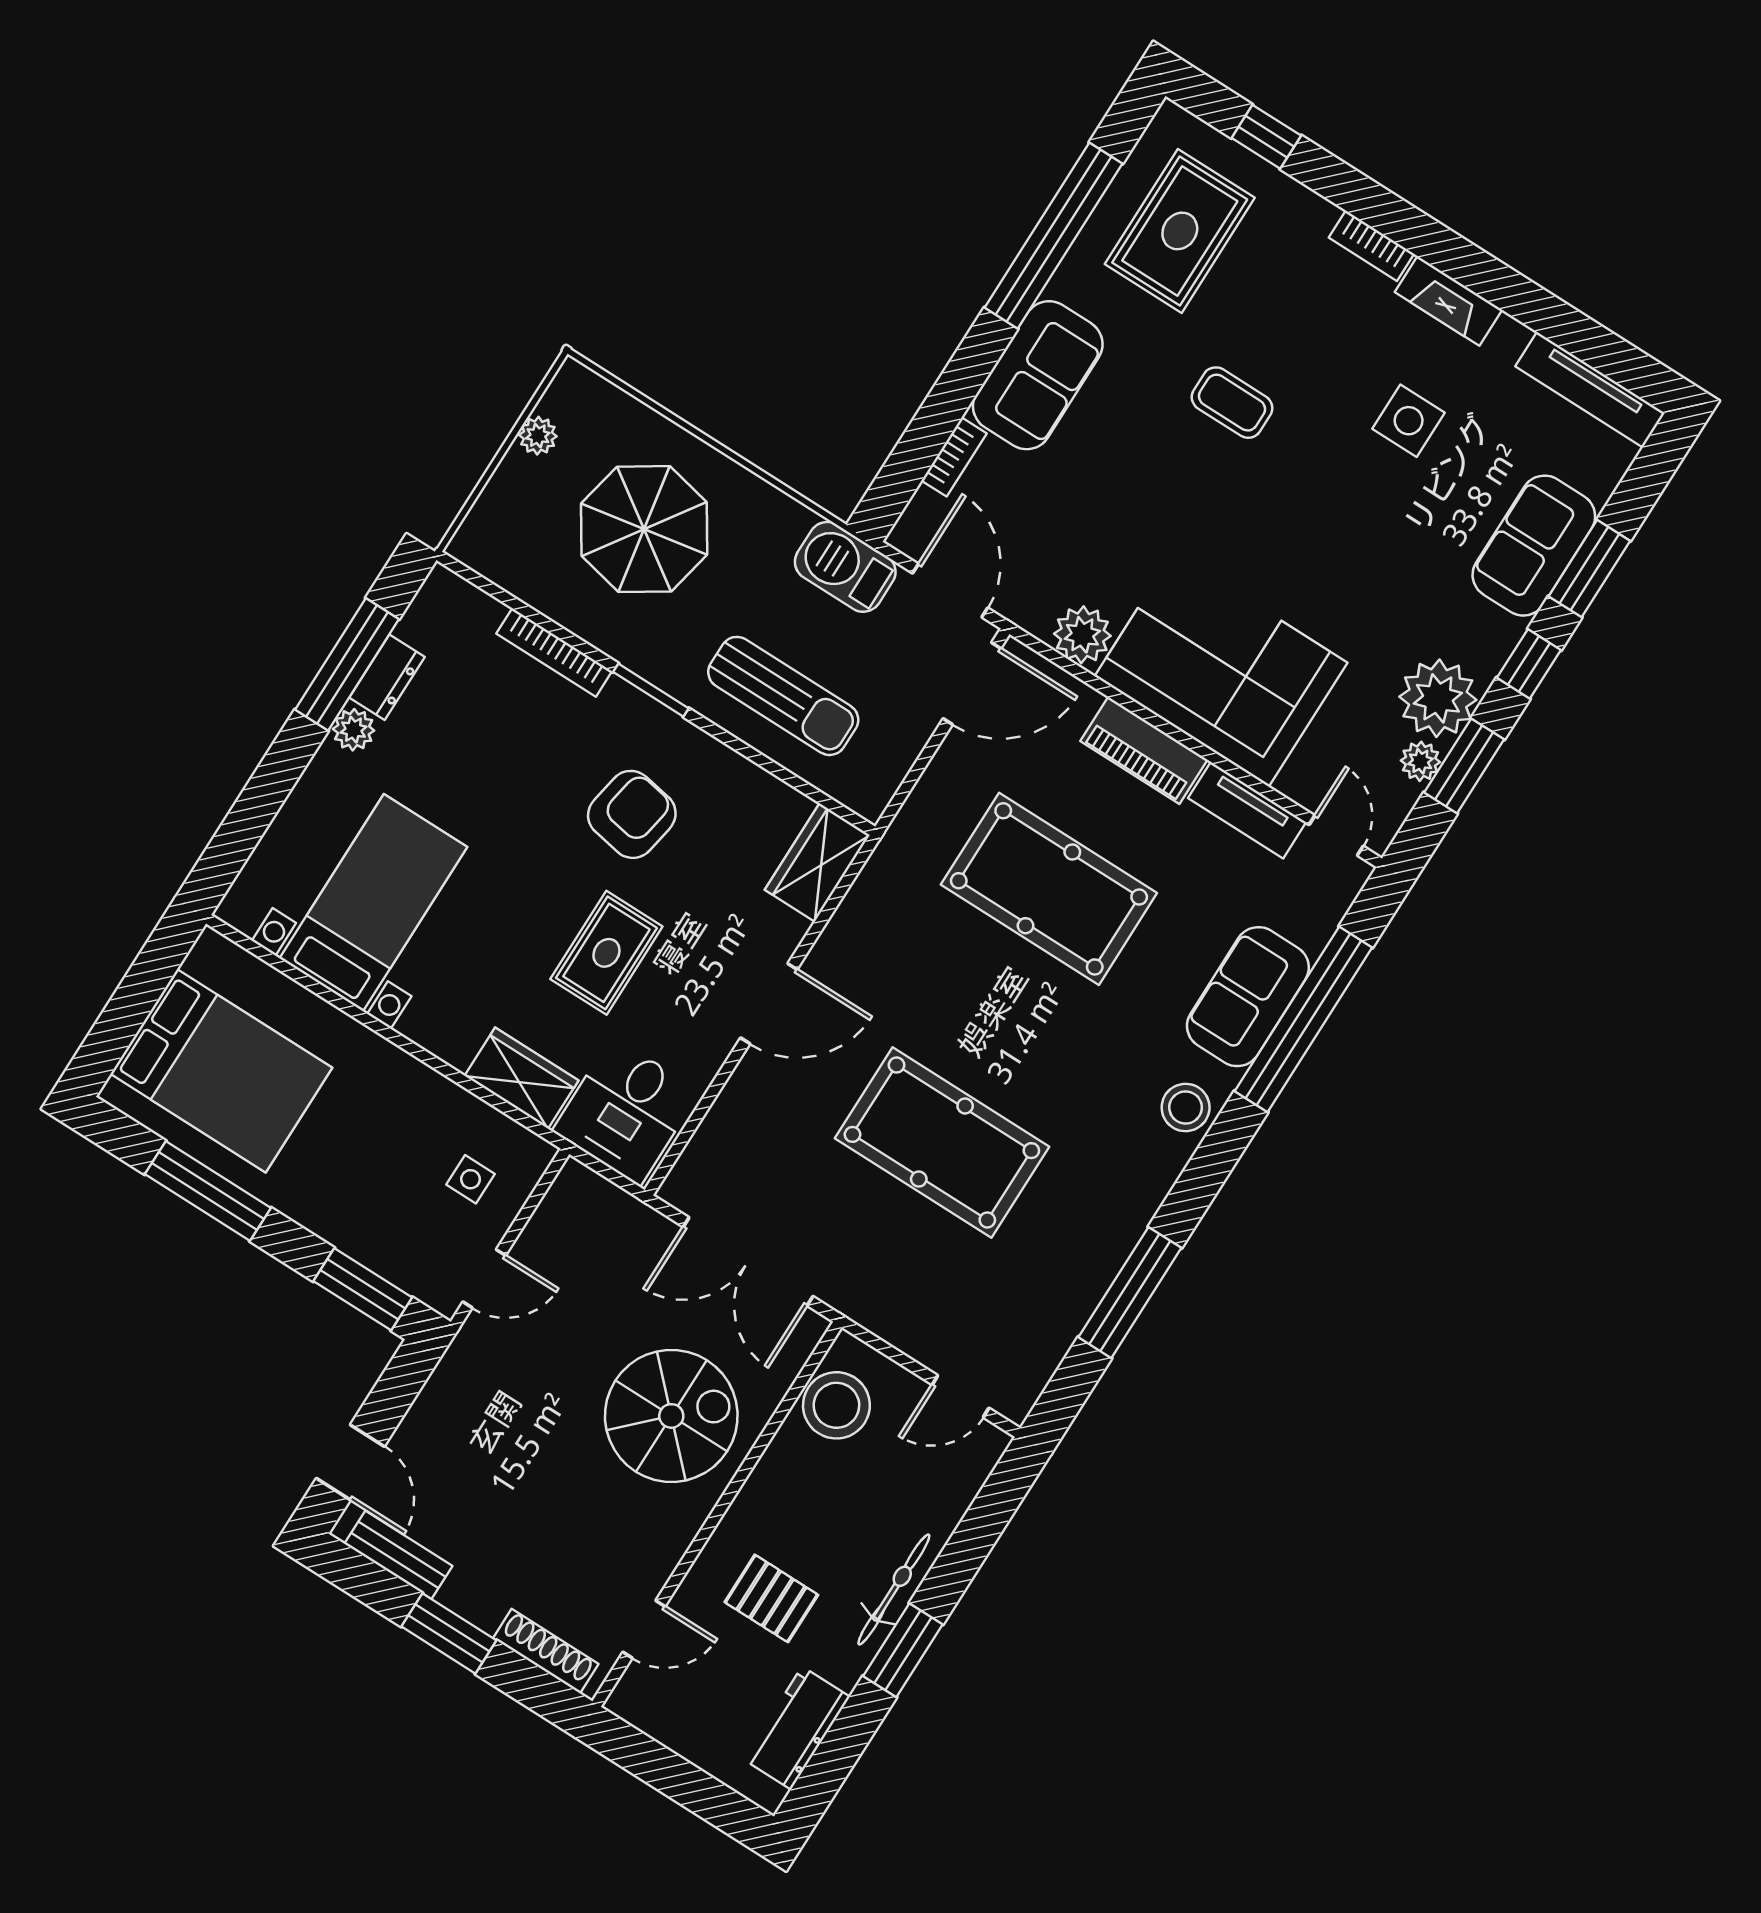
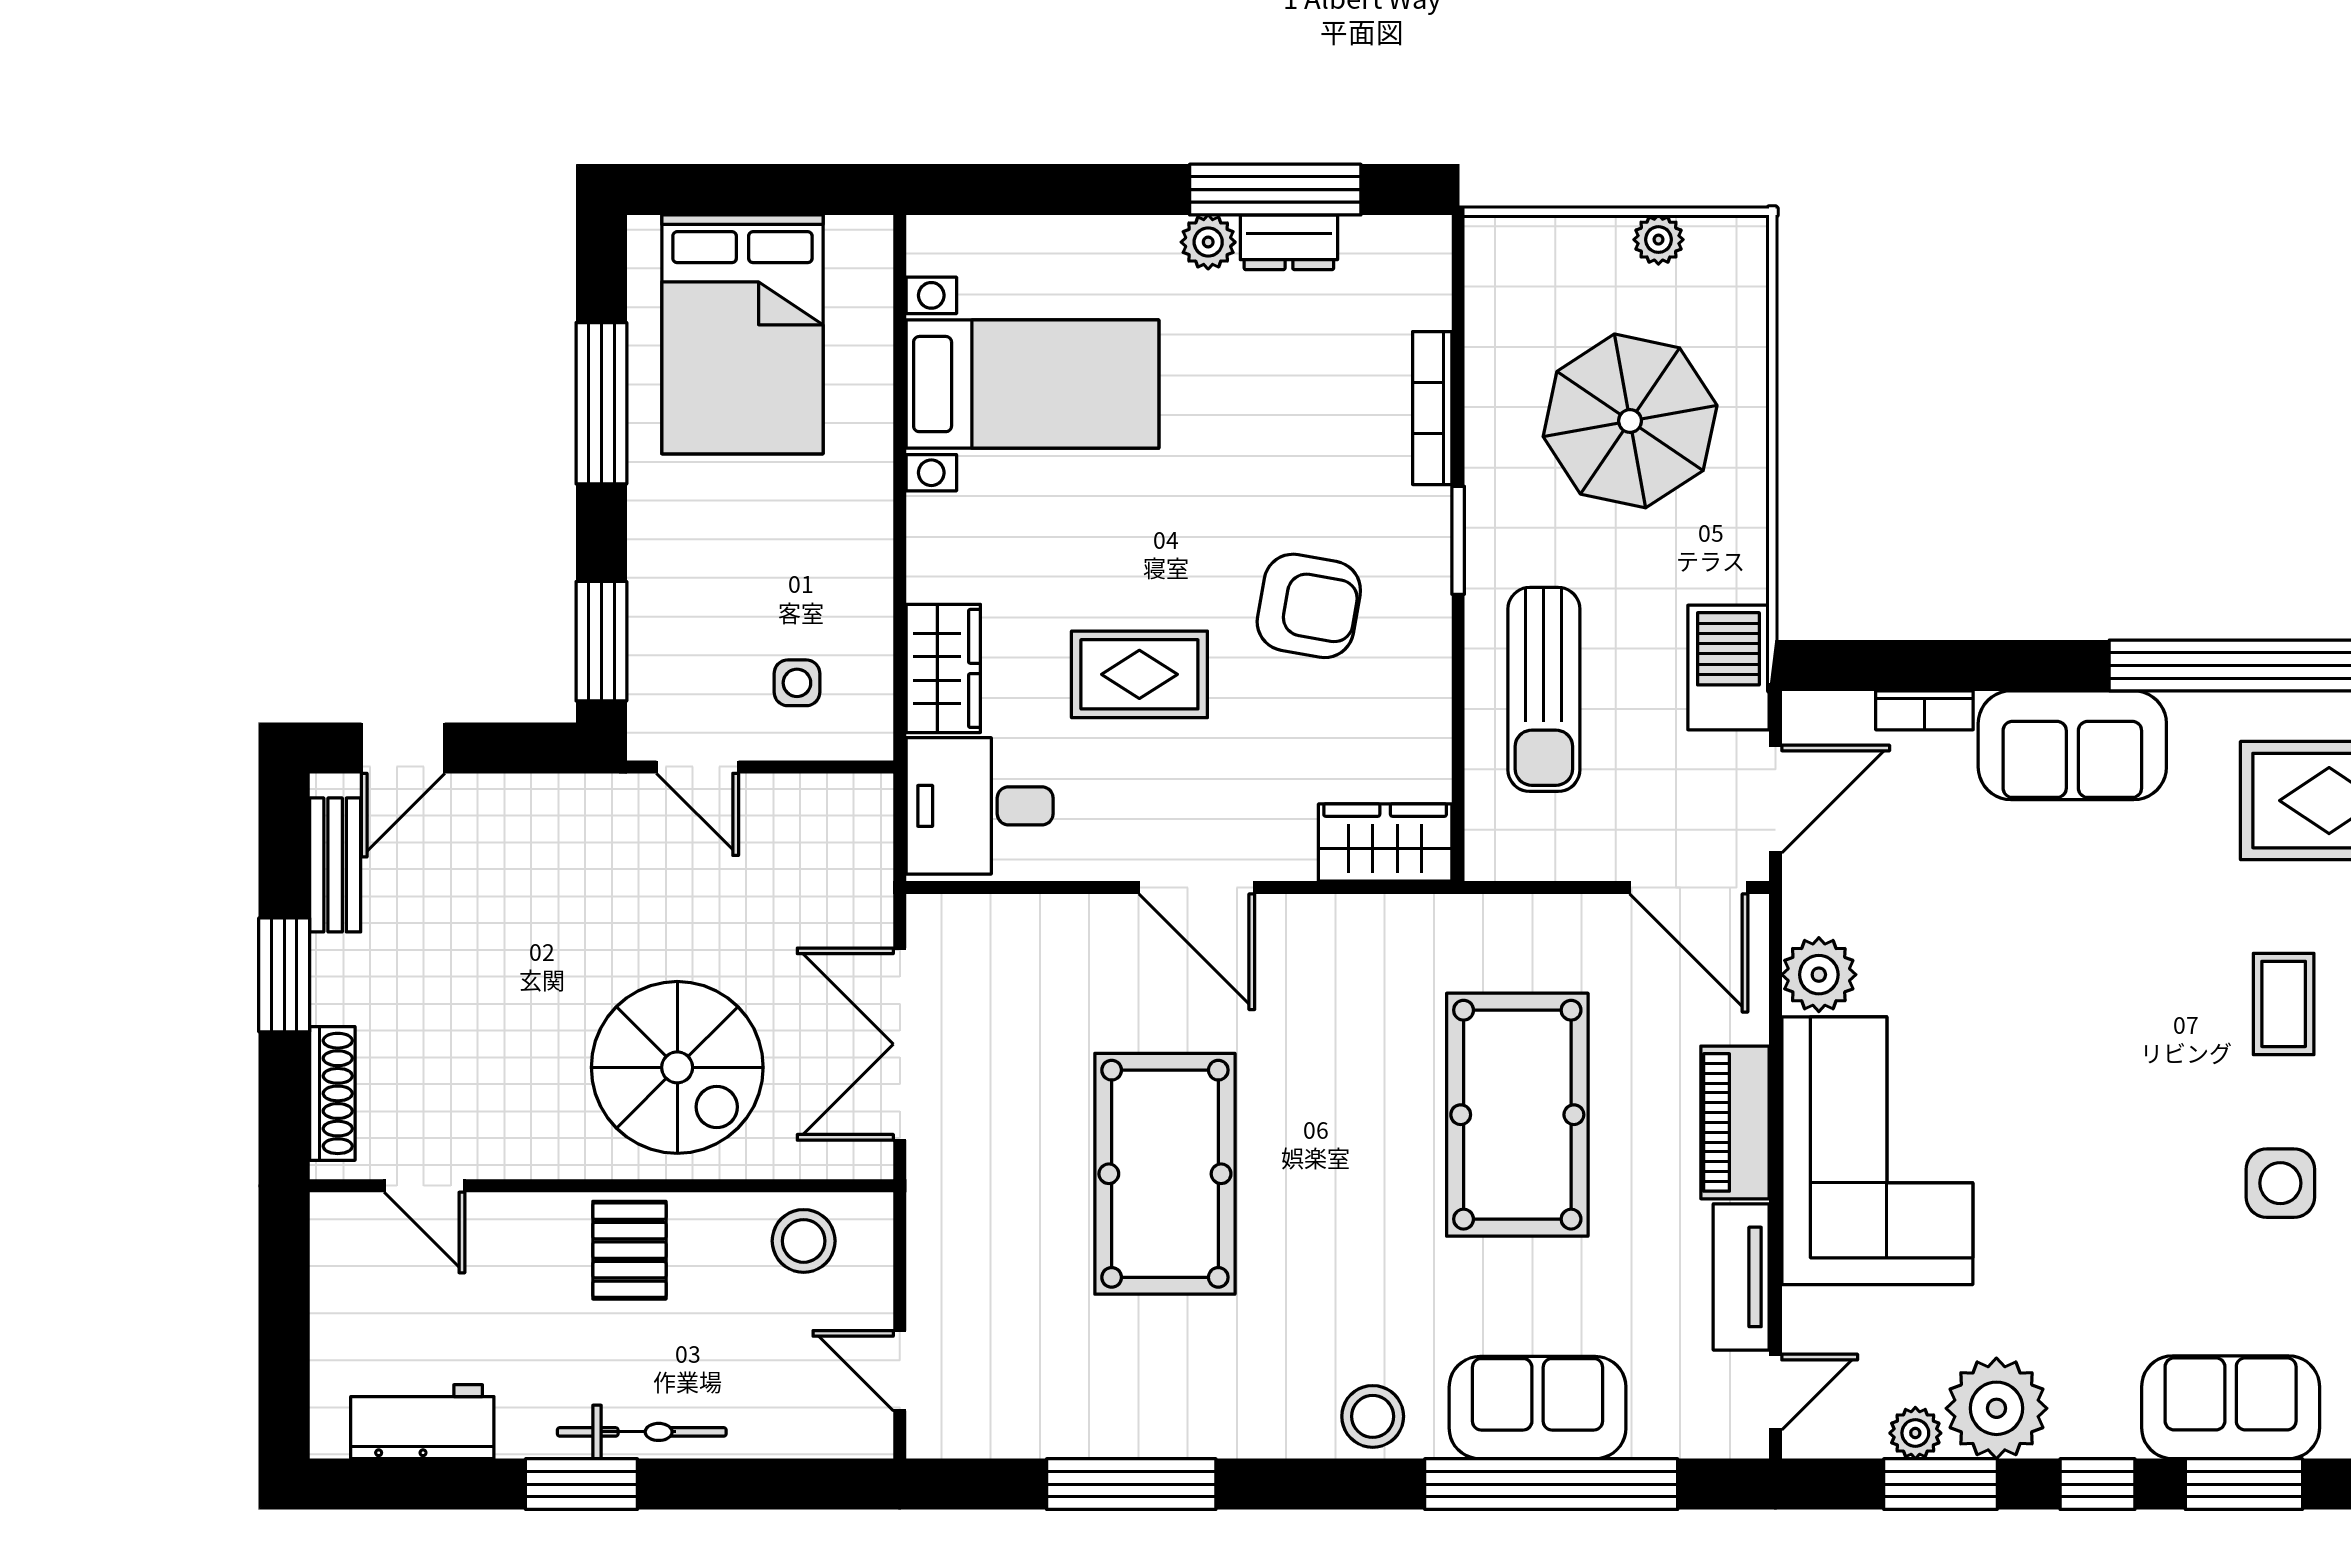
coffee table: (1232, 403) -> (2284, 1004), moved
stool: (836, 1405) -> (804, 1241), width x0.73, depth x0.73
pallet: (771, 1598) -> (629, 1250), moved

